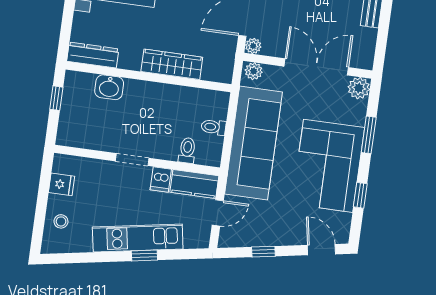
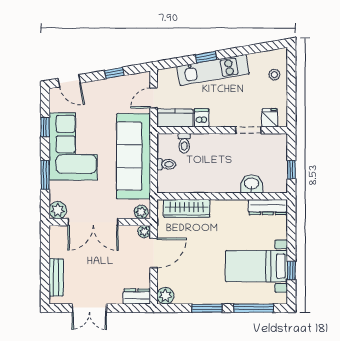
wardrobe: (172, 64) -> (187, 208), moved
doorway: (132, 160) -> (248, 130), moved
fridge: (62, 184) -> (270, 118), moved, turned 90

